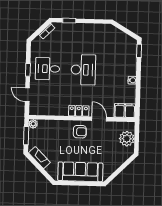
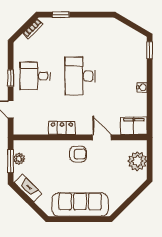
desk: (83, 70) -> (80, 76), turned 180
locker: (79, 111) -> (62, 128), moved
plant: (33, 124) -> (19, 159), moved

